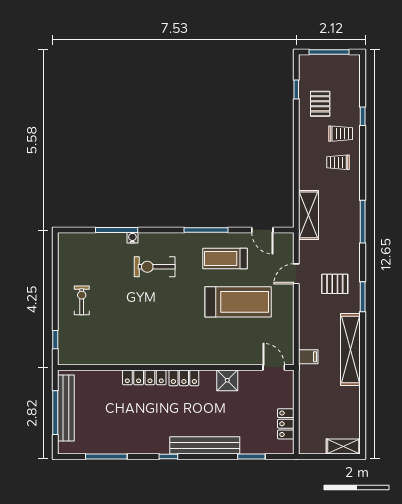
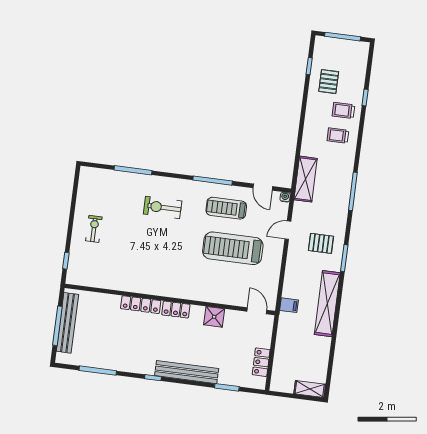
trolley: (341, 134) -> (343, 110), turned 180
water cooler: (132, 238) -> (285, 197), moved
treadmill: (238, 302) -> (233, 248), turned 180

